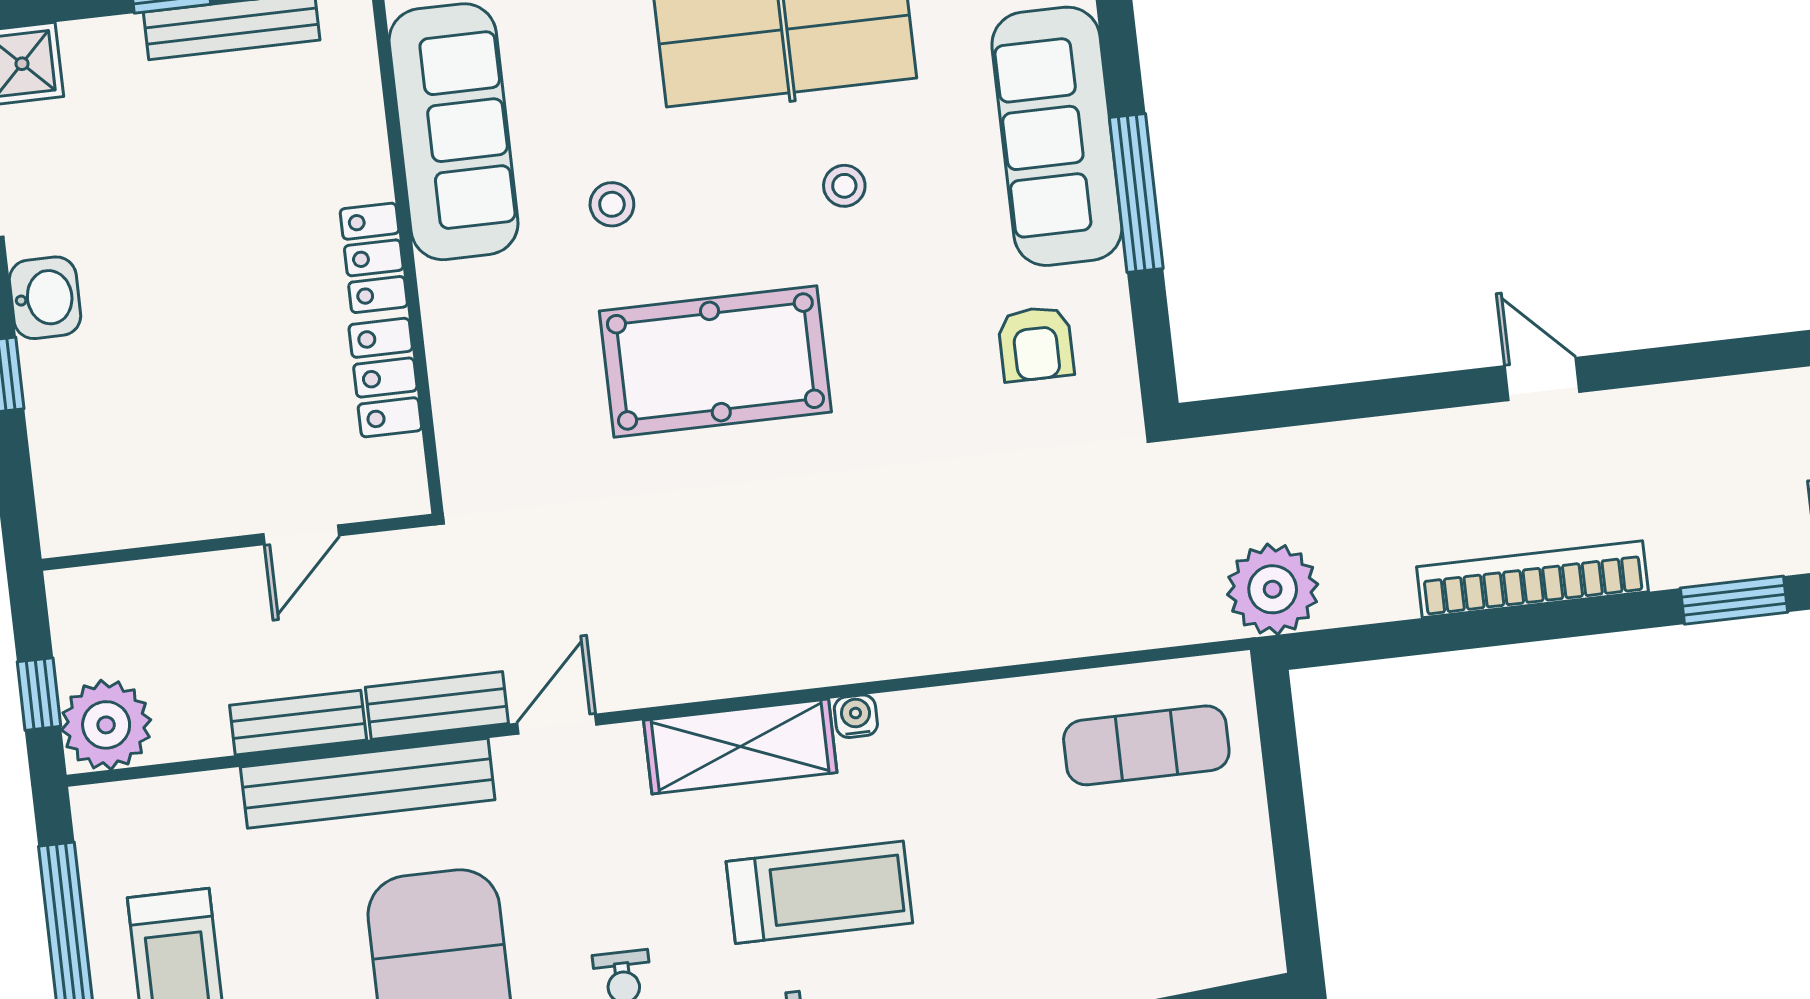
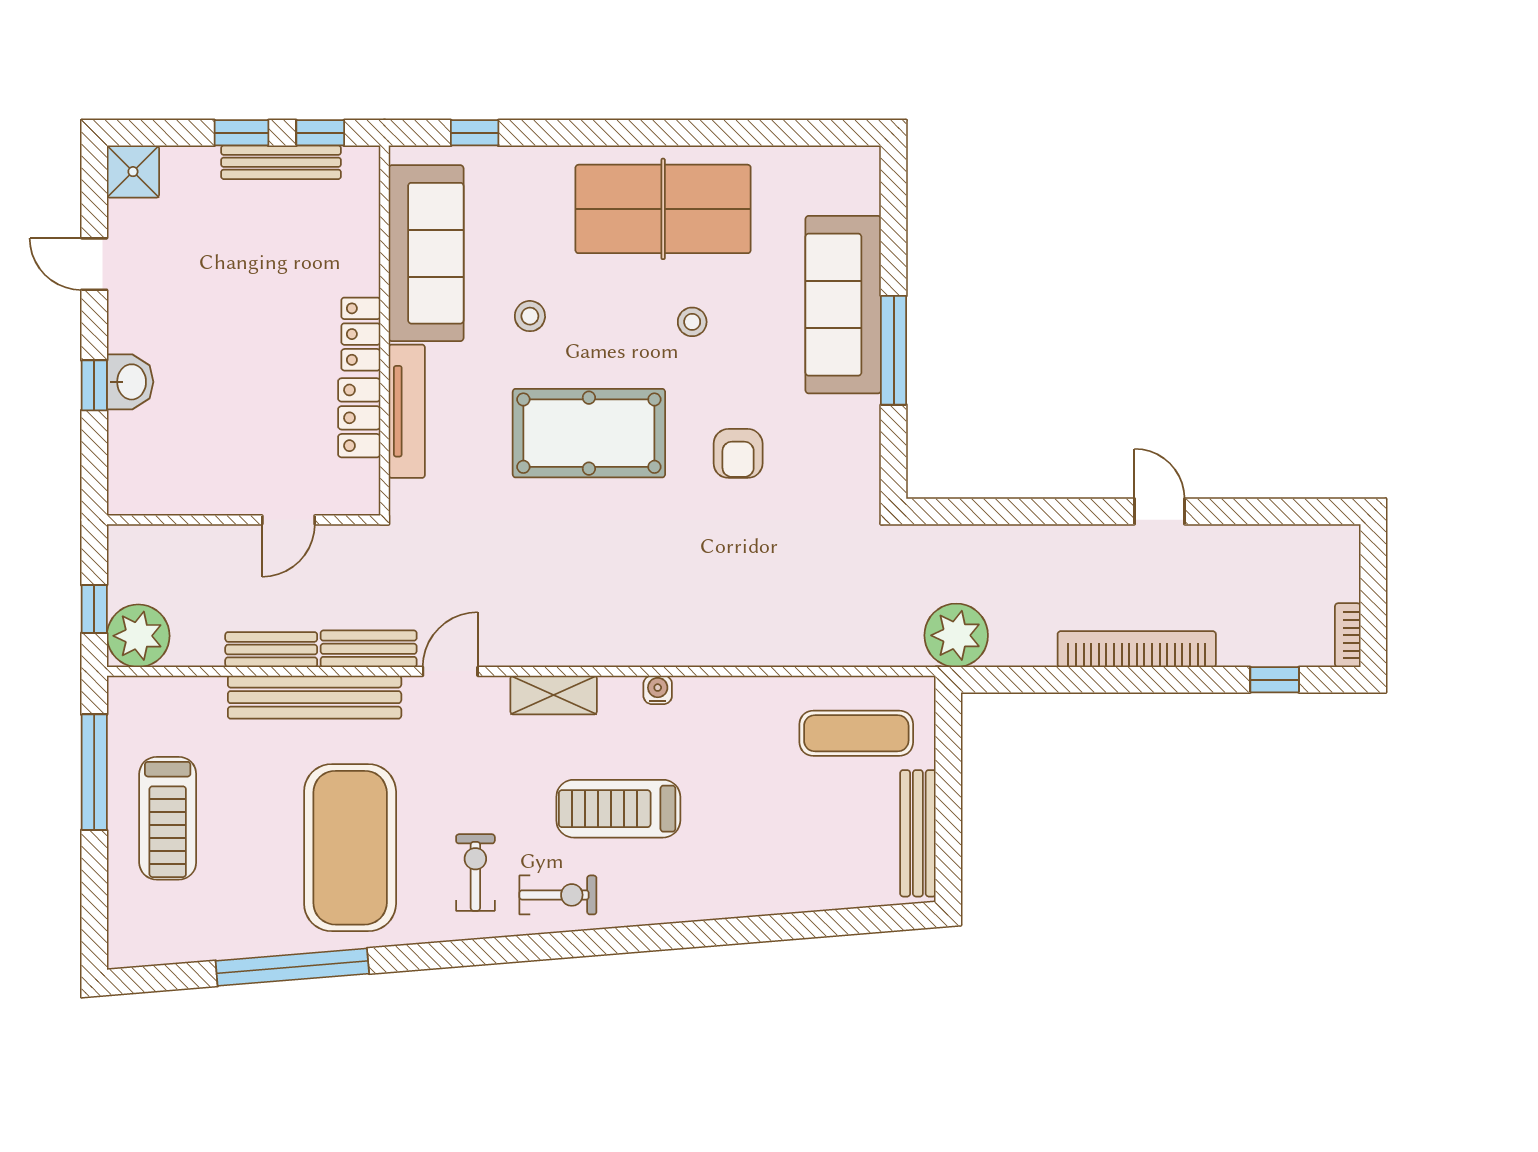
washbasin: (45, 298) -> (130, 382), moved
armchair: (1036, 344) -> (738, 453), moved
tv unit: (452, 360) -> (407, 411), added
window: (1734, 600) -> (1275, 680), width x0.67
shelving: (740, 746) -> (554, 695), width x0.67, depth x0.75
bench: (1251, 878) -> (918, 833), added
treadmill: (819, 892) -> (618, 809), turned 180

